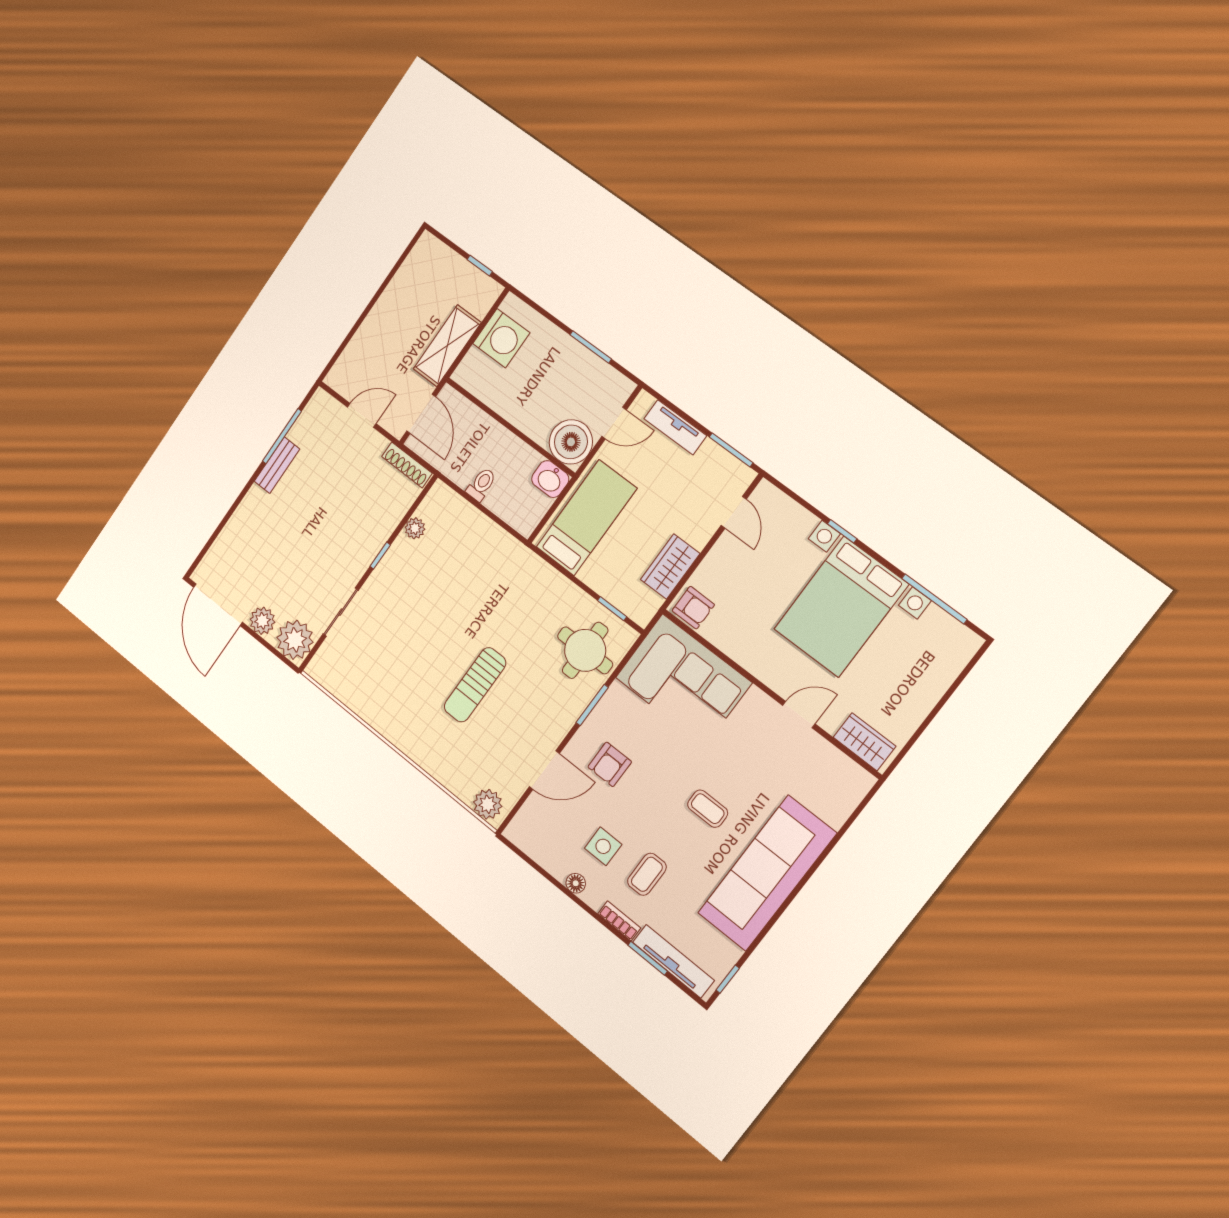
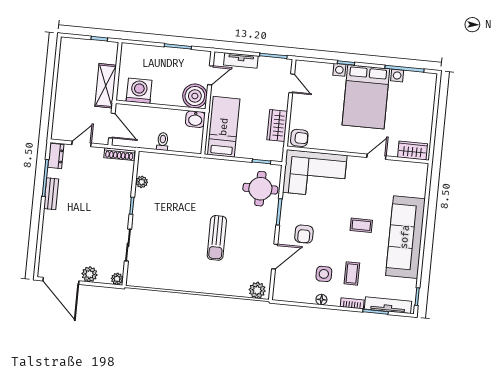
washing machine: (501, 338) -> (139, 91), moved, turned -90
dresser: (315, 411) -> (56, 156), added
plant: (295, 640) -> (117, 279), width x0.53, depth x0.53

